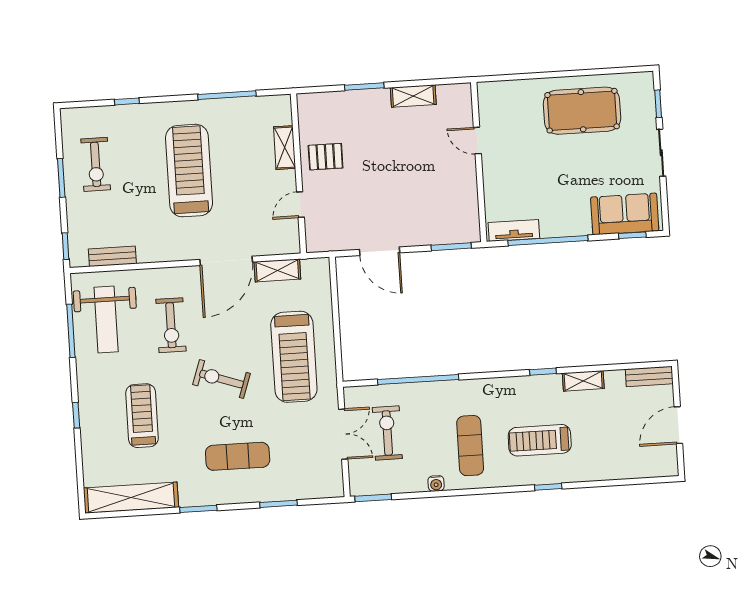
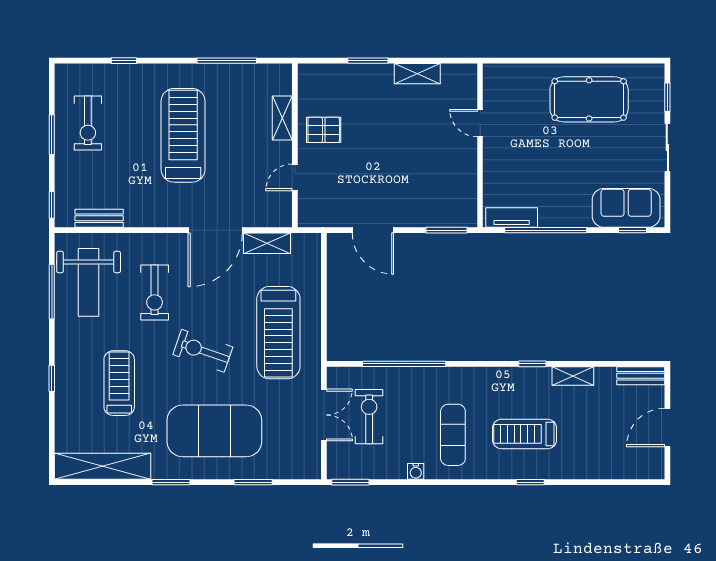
exercise mat: (238, 456) -> (214, 431), width x2.00, depth x1.45

